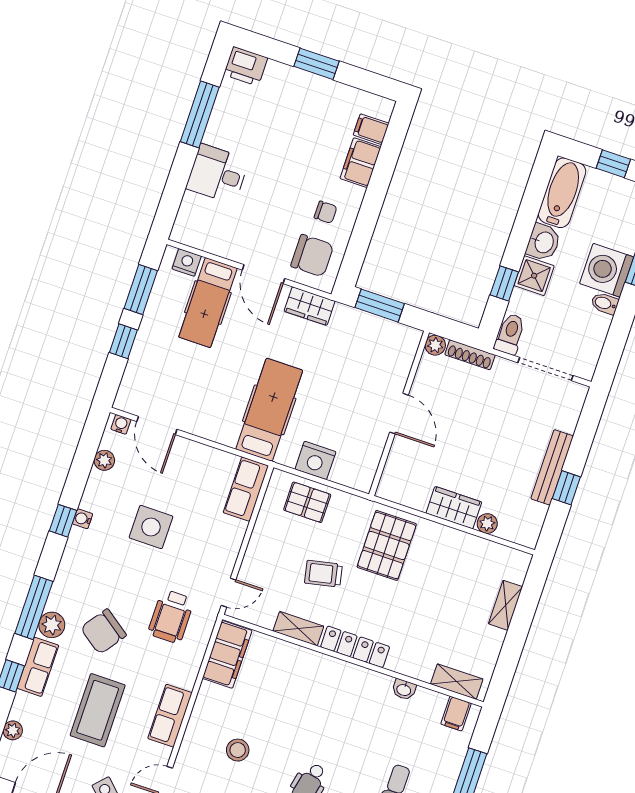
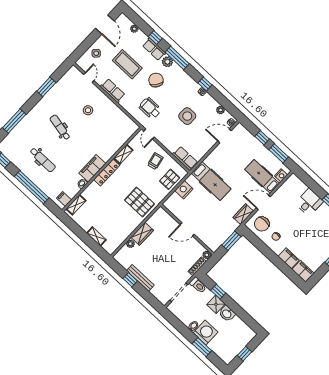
filing cabinet: (371, 129) -> (303, 271), width x2.00
bathtub: (562, 193) -> (242, 329), removed
trolley: (323, 574) -> (155, 161), moved
filing cabinet: (227, 654) -> (92, 168), moved, turned 90

